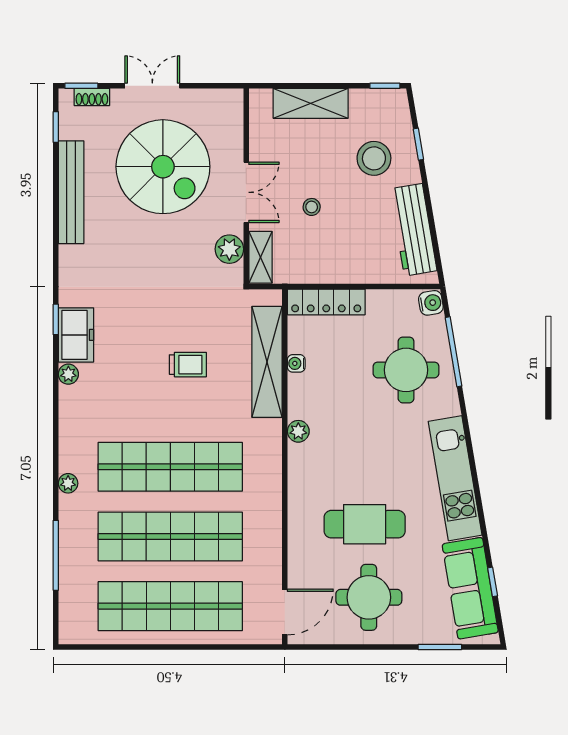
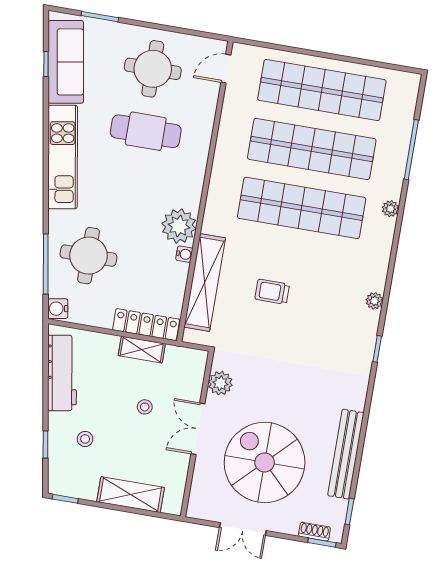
double door: (152, 86) -> (243, 529), moved
stool: (374, 158) -> (85, 439), width x0.53, depth x0.53
shelving: (260, 257) -> (142, 350), moved, turned 90
freezer: (76, 335) -> (362, 333), removed
water cooler: (296, 363) -> (184, 254), moved
plant: (298, 431) -> (179, 226), width x1.88, depth x1.88
door: (285, 612) -> (226, 69), width x0.73

